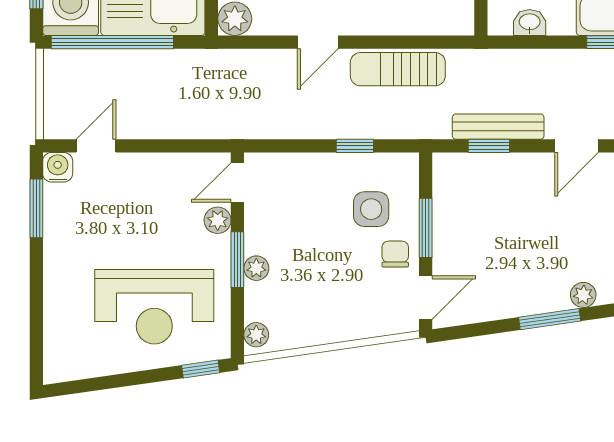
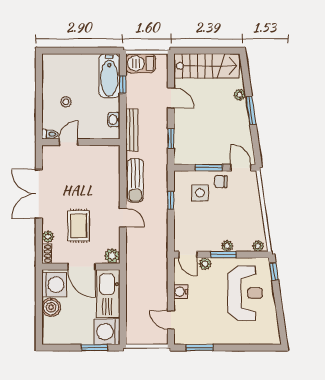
window: (112, 42) -> (123, 312), removed
bench: (498, 127) -> (132, 130), moved
water cooler: (58, 167) -> (181, 292), moved

